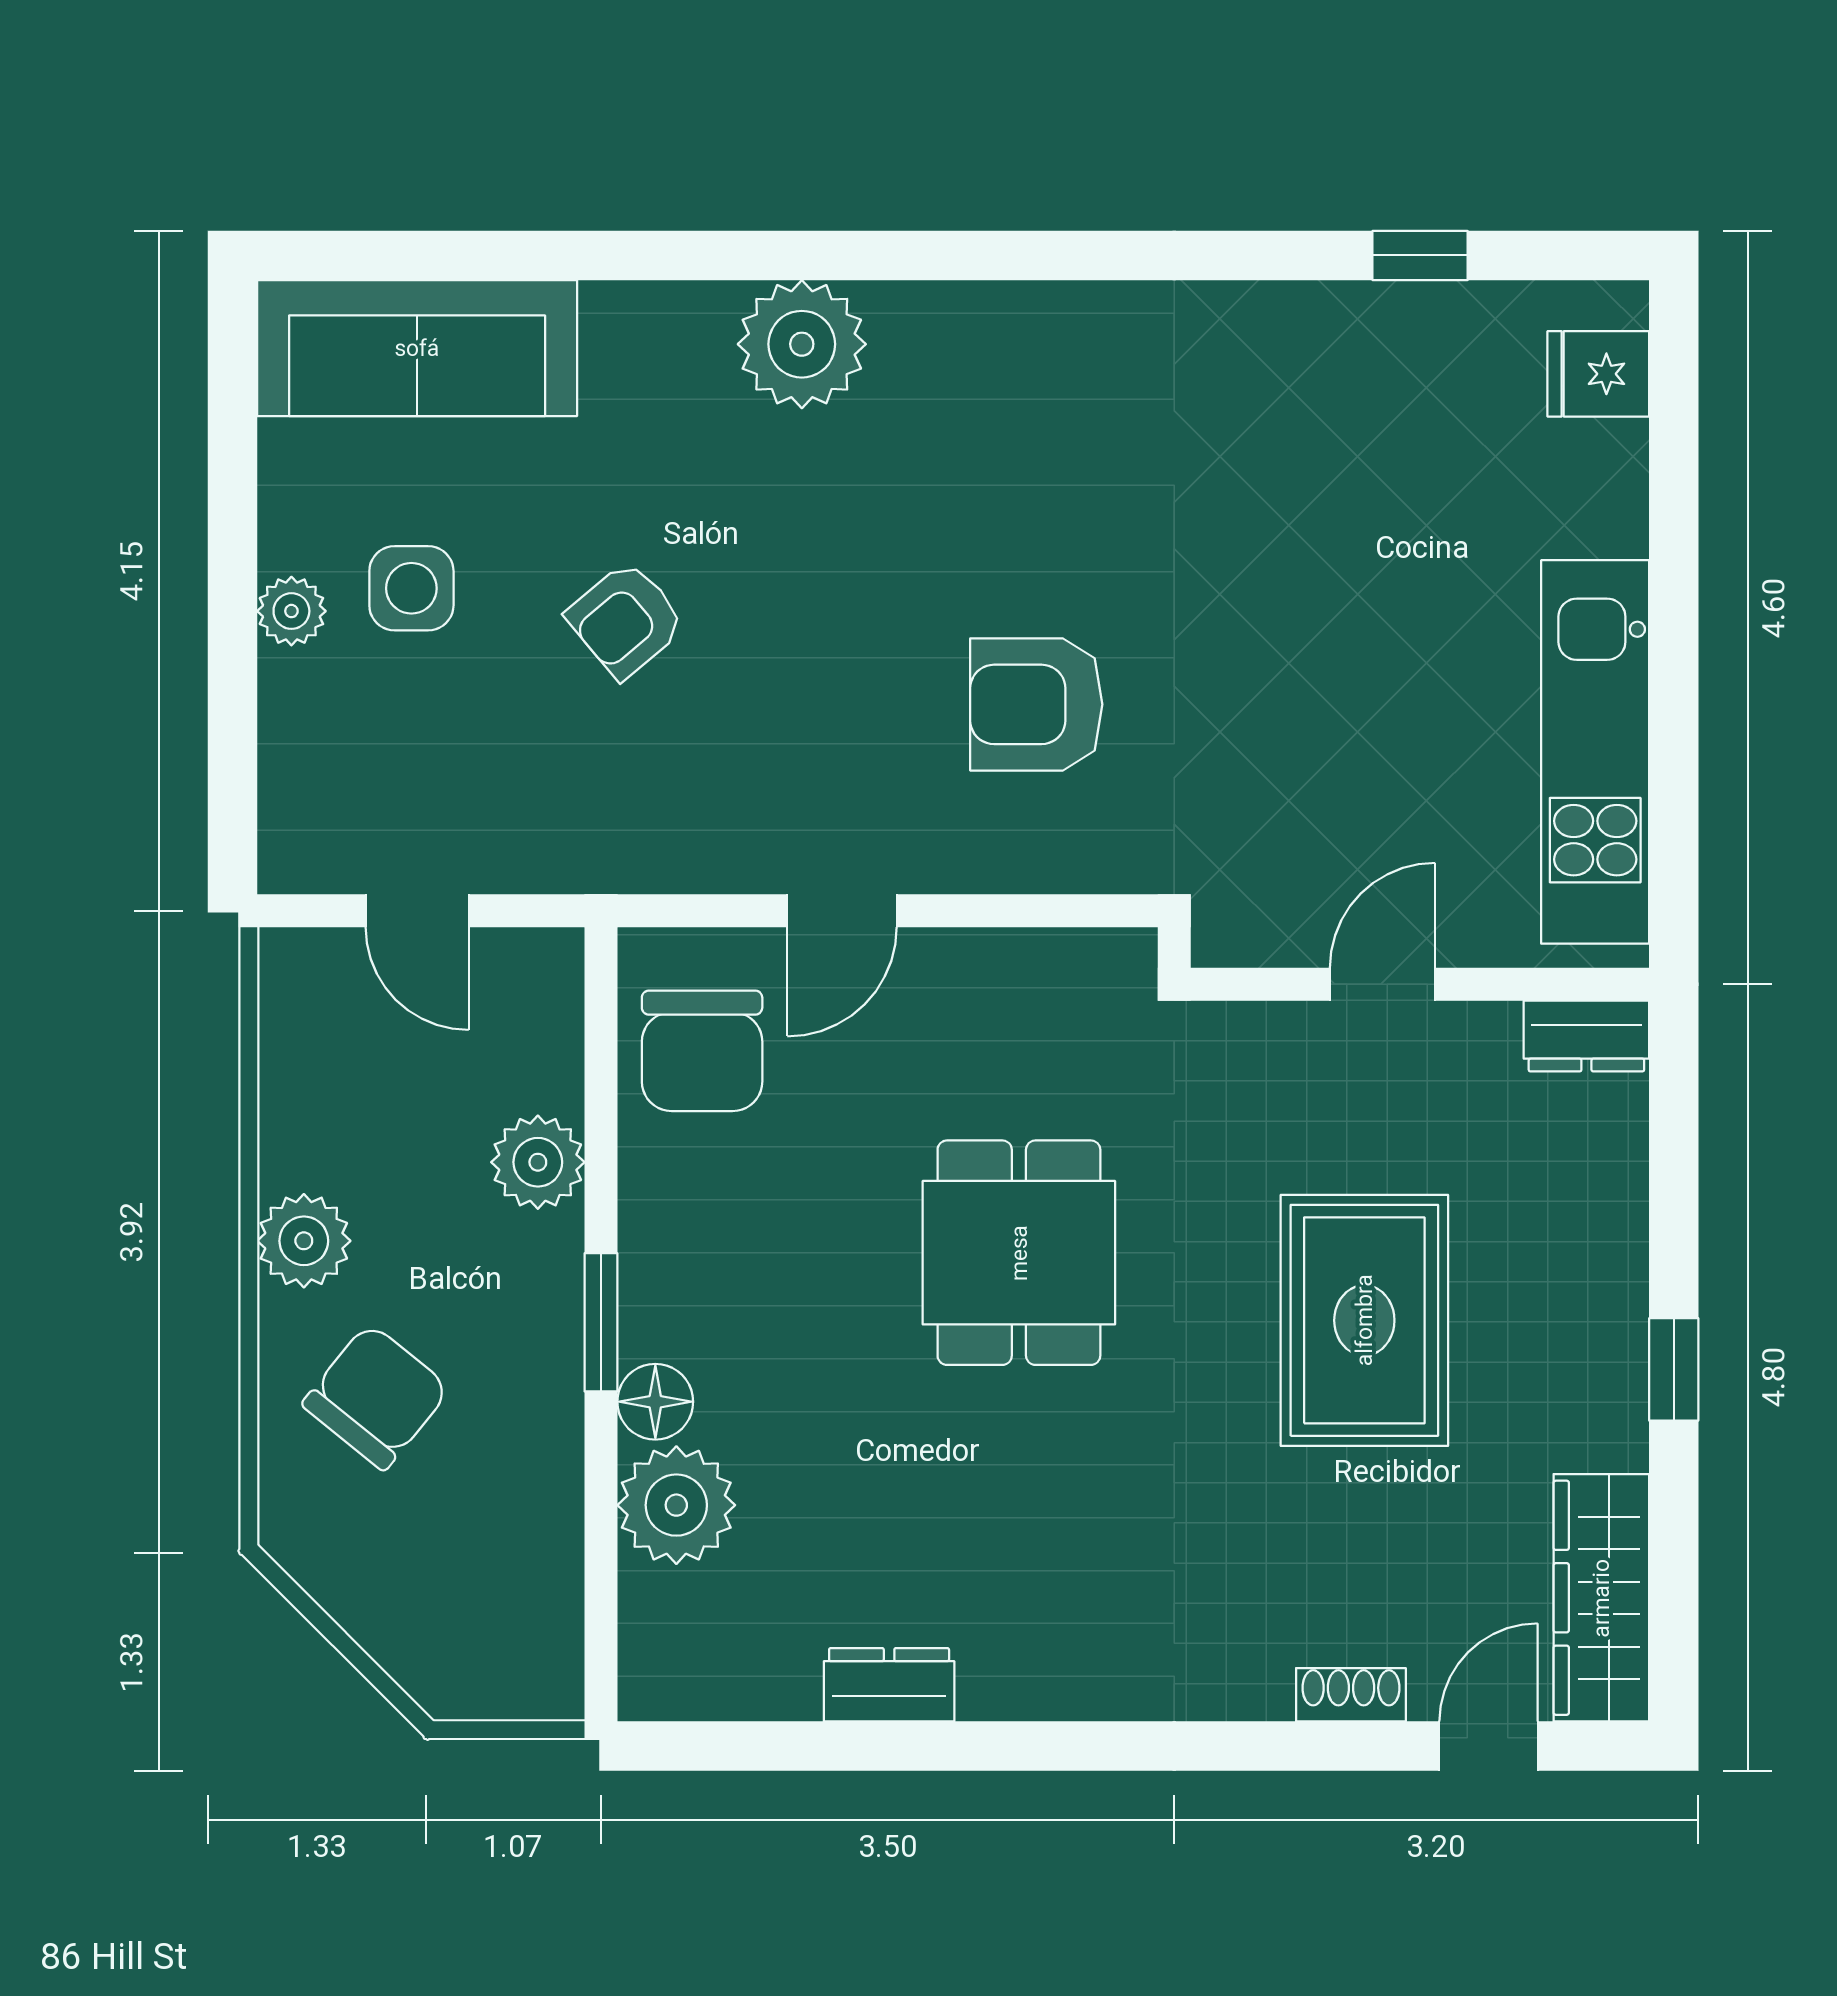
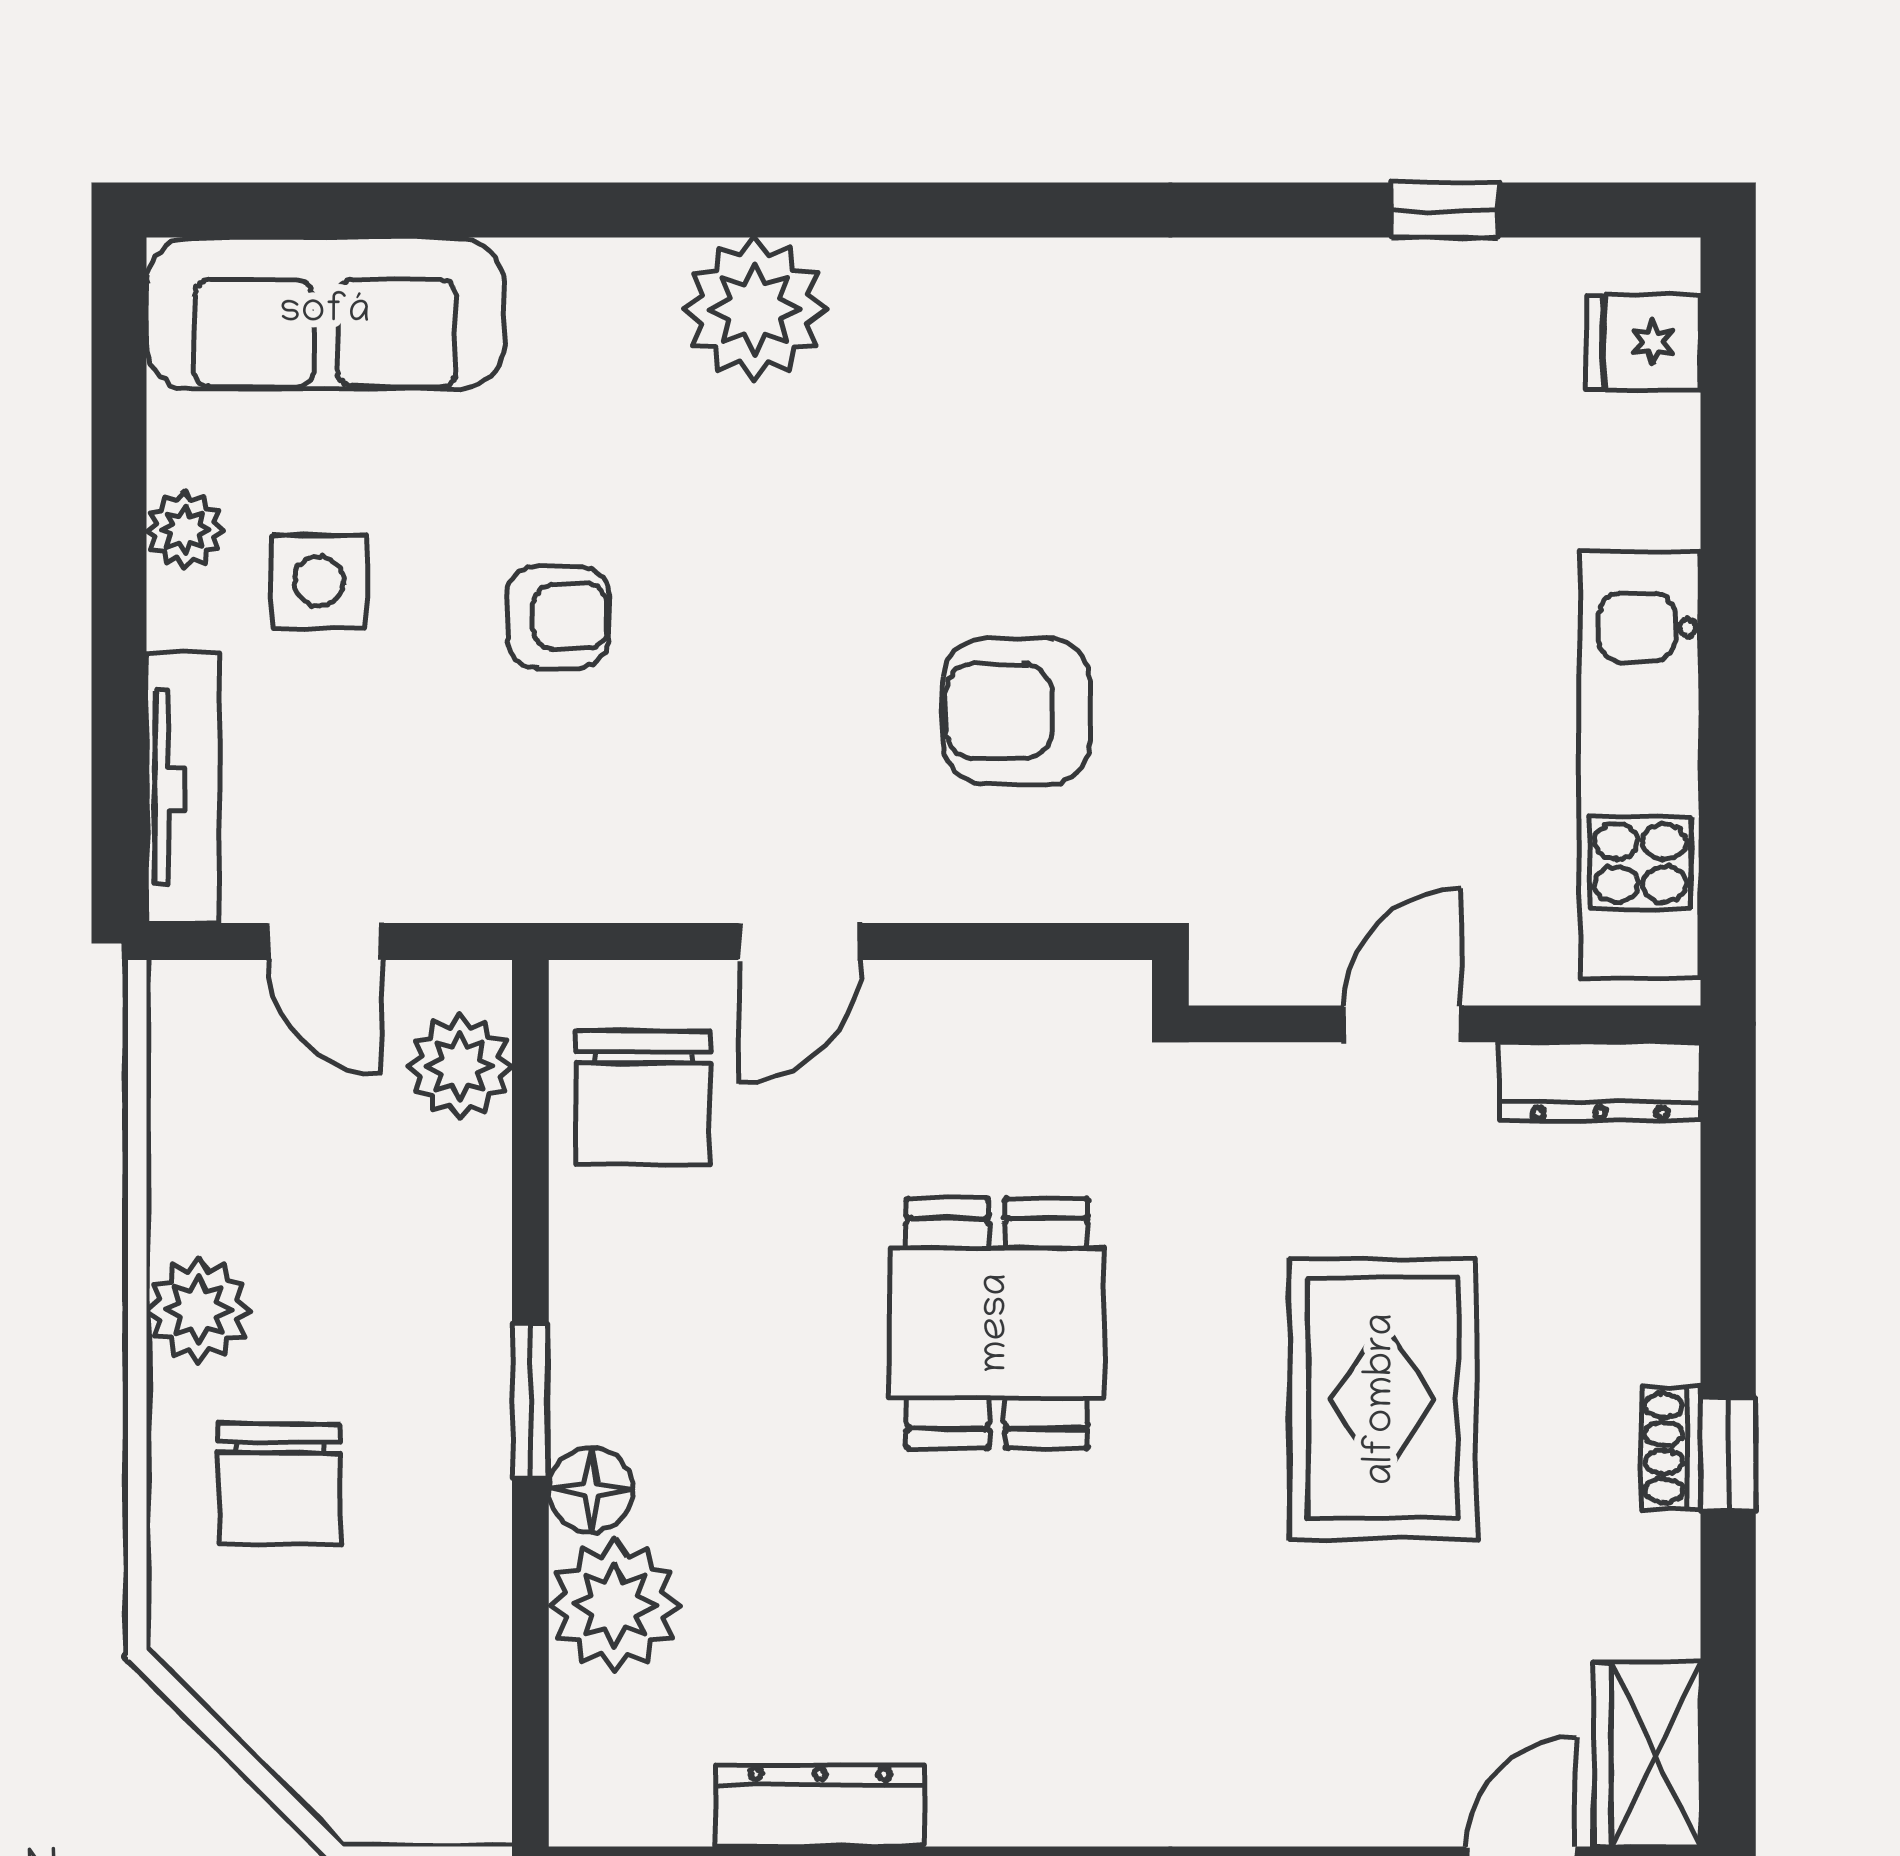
plant: (291, 611) -> (185, 530), moved
armchair: (626, 620) -> (558, 617), turned -140
tv unit: (290, 773) -> (183, 788), added
dresser: (1586, 1036) -> (1600, 1082), width x1.44
plant: (538, 1162) -> (460, 1067), moved
chair: (376, 1397) -> (279, 1484), turned 141
wardrobe: (1601, 1598) -> (1647, 1755), width x0.67
dresser: (889, 1685) -> (820, 1806), width x1.44
shoe rack: (1351, 1695) -> (1671, 1448), moved, turned -90

